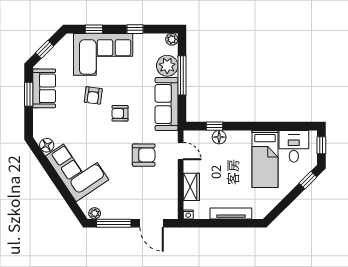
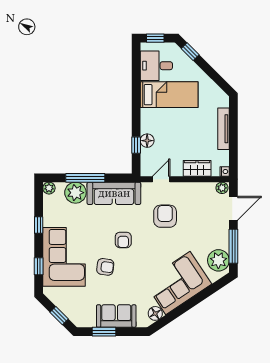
sofa: (44, 88) -> (116, 316), moved
plant: (172, 212) -> (222, 188), added
plant: (95, 213) -> (218, 260), width x1.88, depth x1.88

